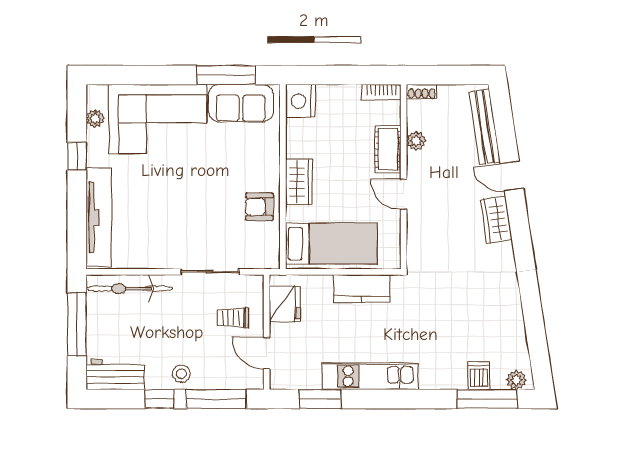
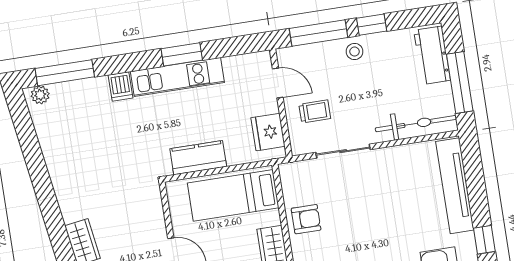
workbench: (115, 375) -> (432, 55), moved, turned 90
dishwasher: (479, 376) -> (120, 86), moved
window: (320, 399) -> (182, 54), moved

